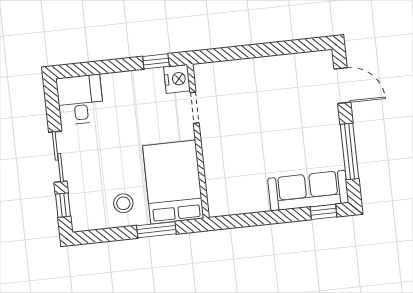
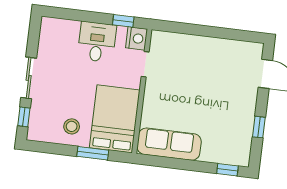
desk: (80, 100) -> (97, 42), moved
window: (349, 151) -> (259, 127), width x0.46
sofa: (308, 191) -> (169, 144), moved

